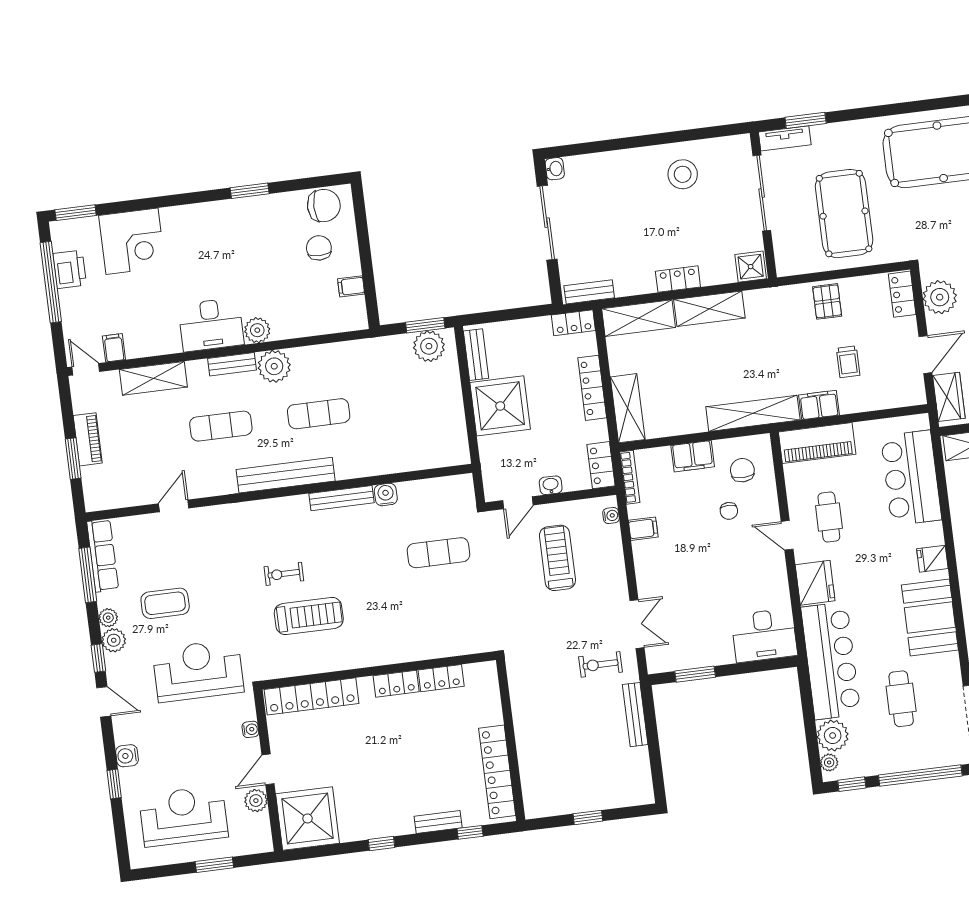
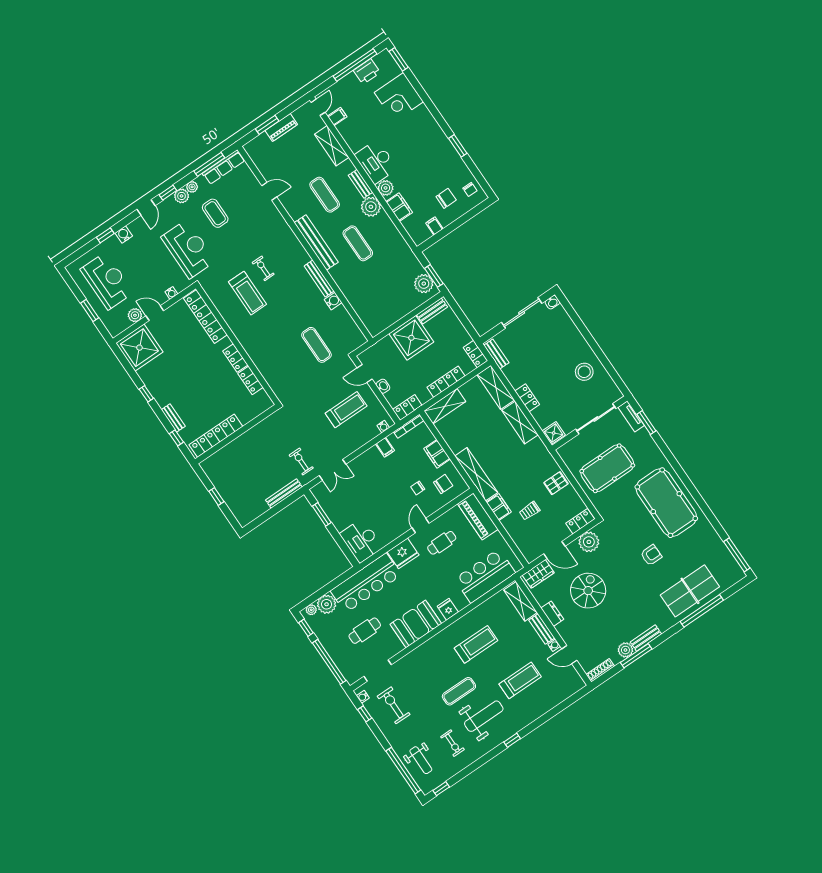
chair: (324, 206) -> (470, 189), width x0.54, depth x0.54
filing cabinet: (296, 325) -> (399, 207), added

